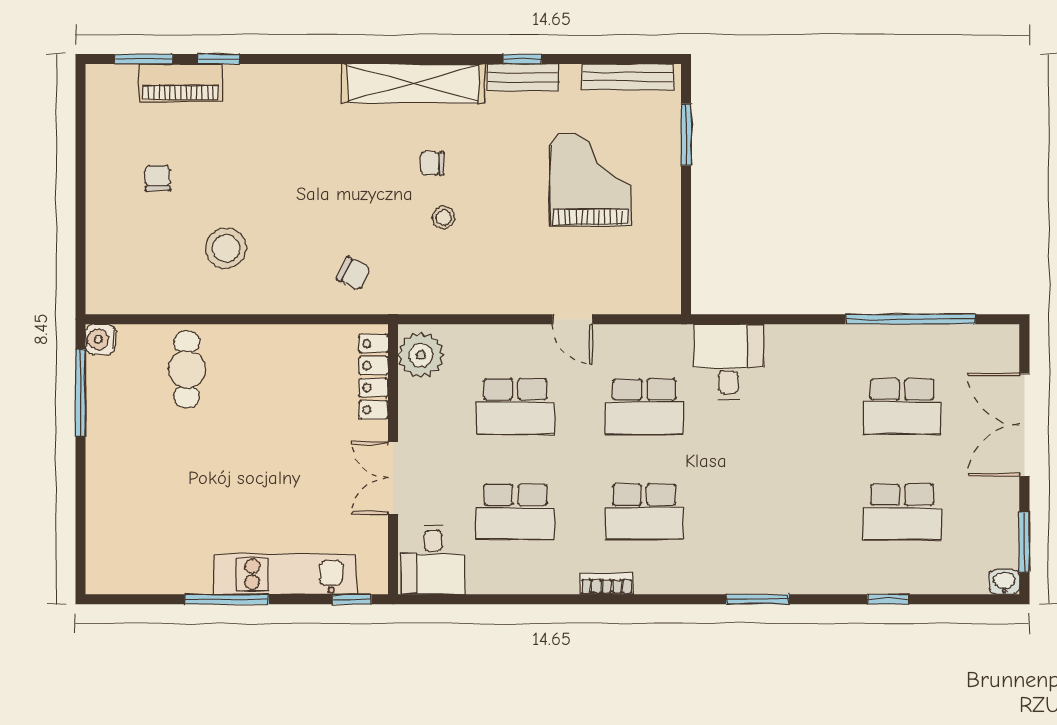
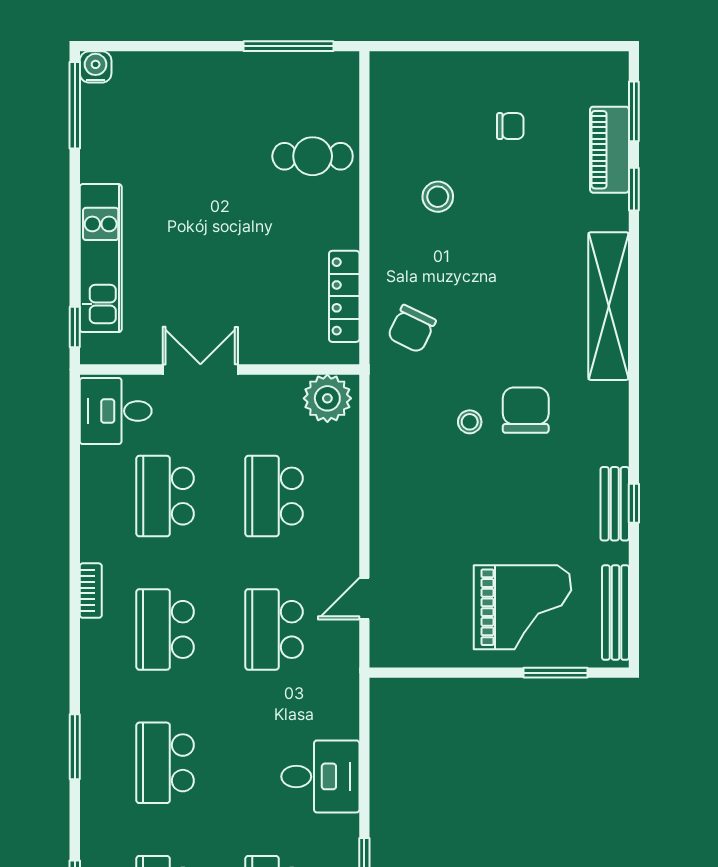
shelving: (413, 83) -> (609, 306), moved
chair: (432, 163) -> (526, 410), width x1.87, depth x1.87
grand piano: (591, 179) -> (522, 607), moved
stool: (226, 248) -> (438, 197), width x0.73, depth x0.73
chair: (354, 274) -> (412, 329), width x1.37, depth x1.37
door: (573, 319) -> (364, 599), moved
water cooler: (101, 339) -> (96, 67), moved
desk: (729, 362) -> (320, 776), moved
locker: (373, 377) -> (344, 296), moved, turned -90
school desk: (773, 512) -> (165, 763), added
window: (227, 599) -> (75, 105), moved

